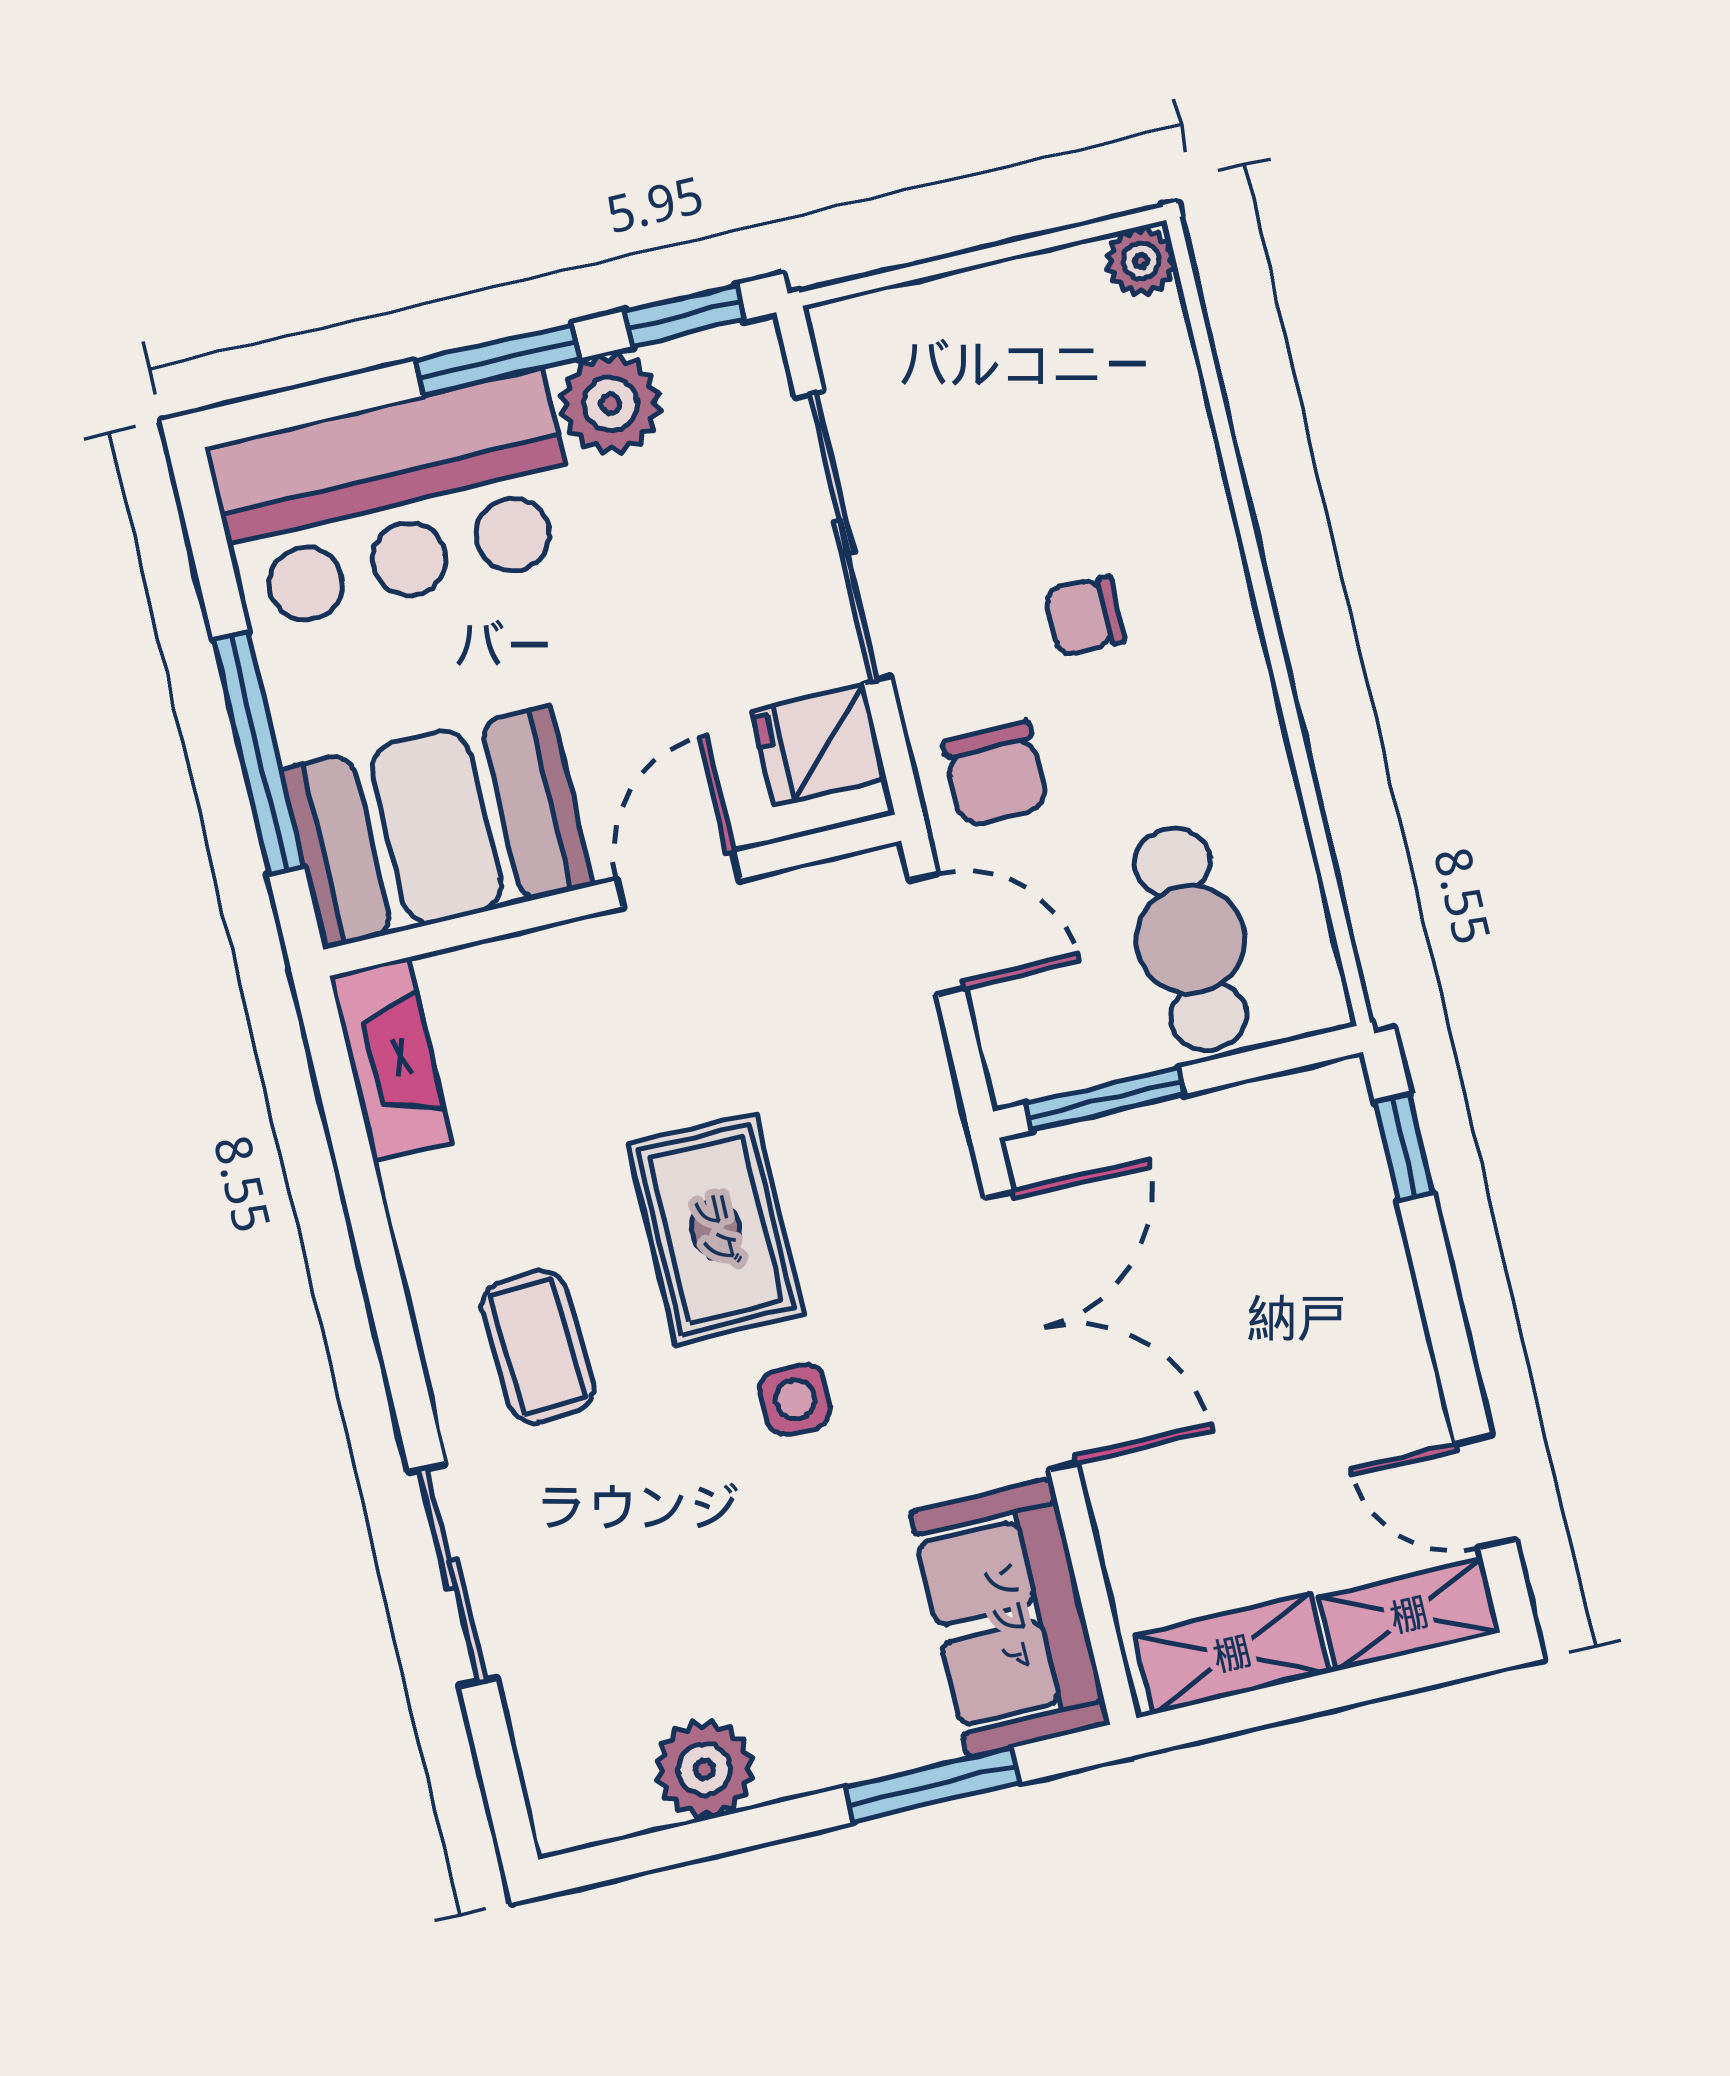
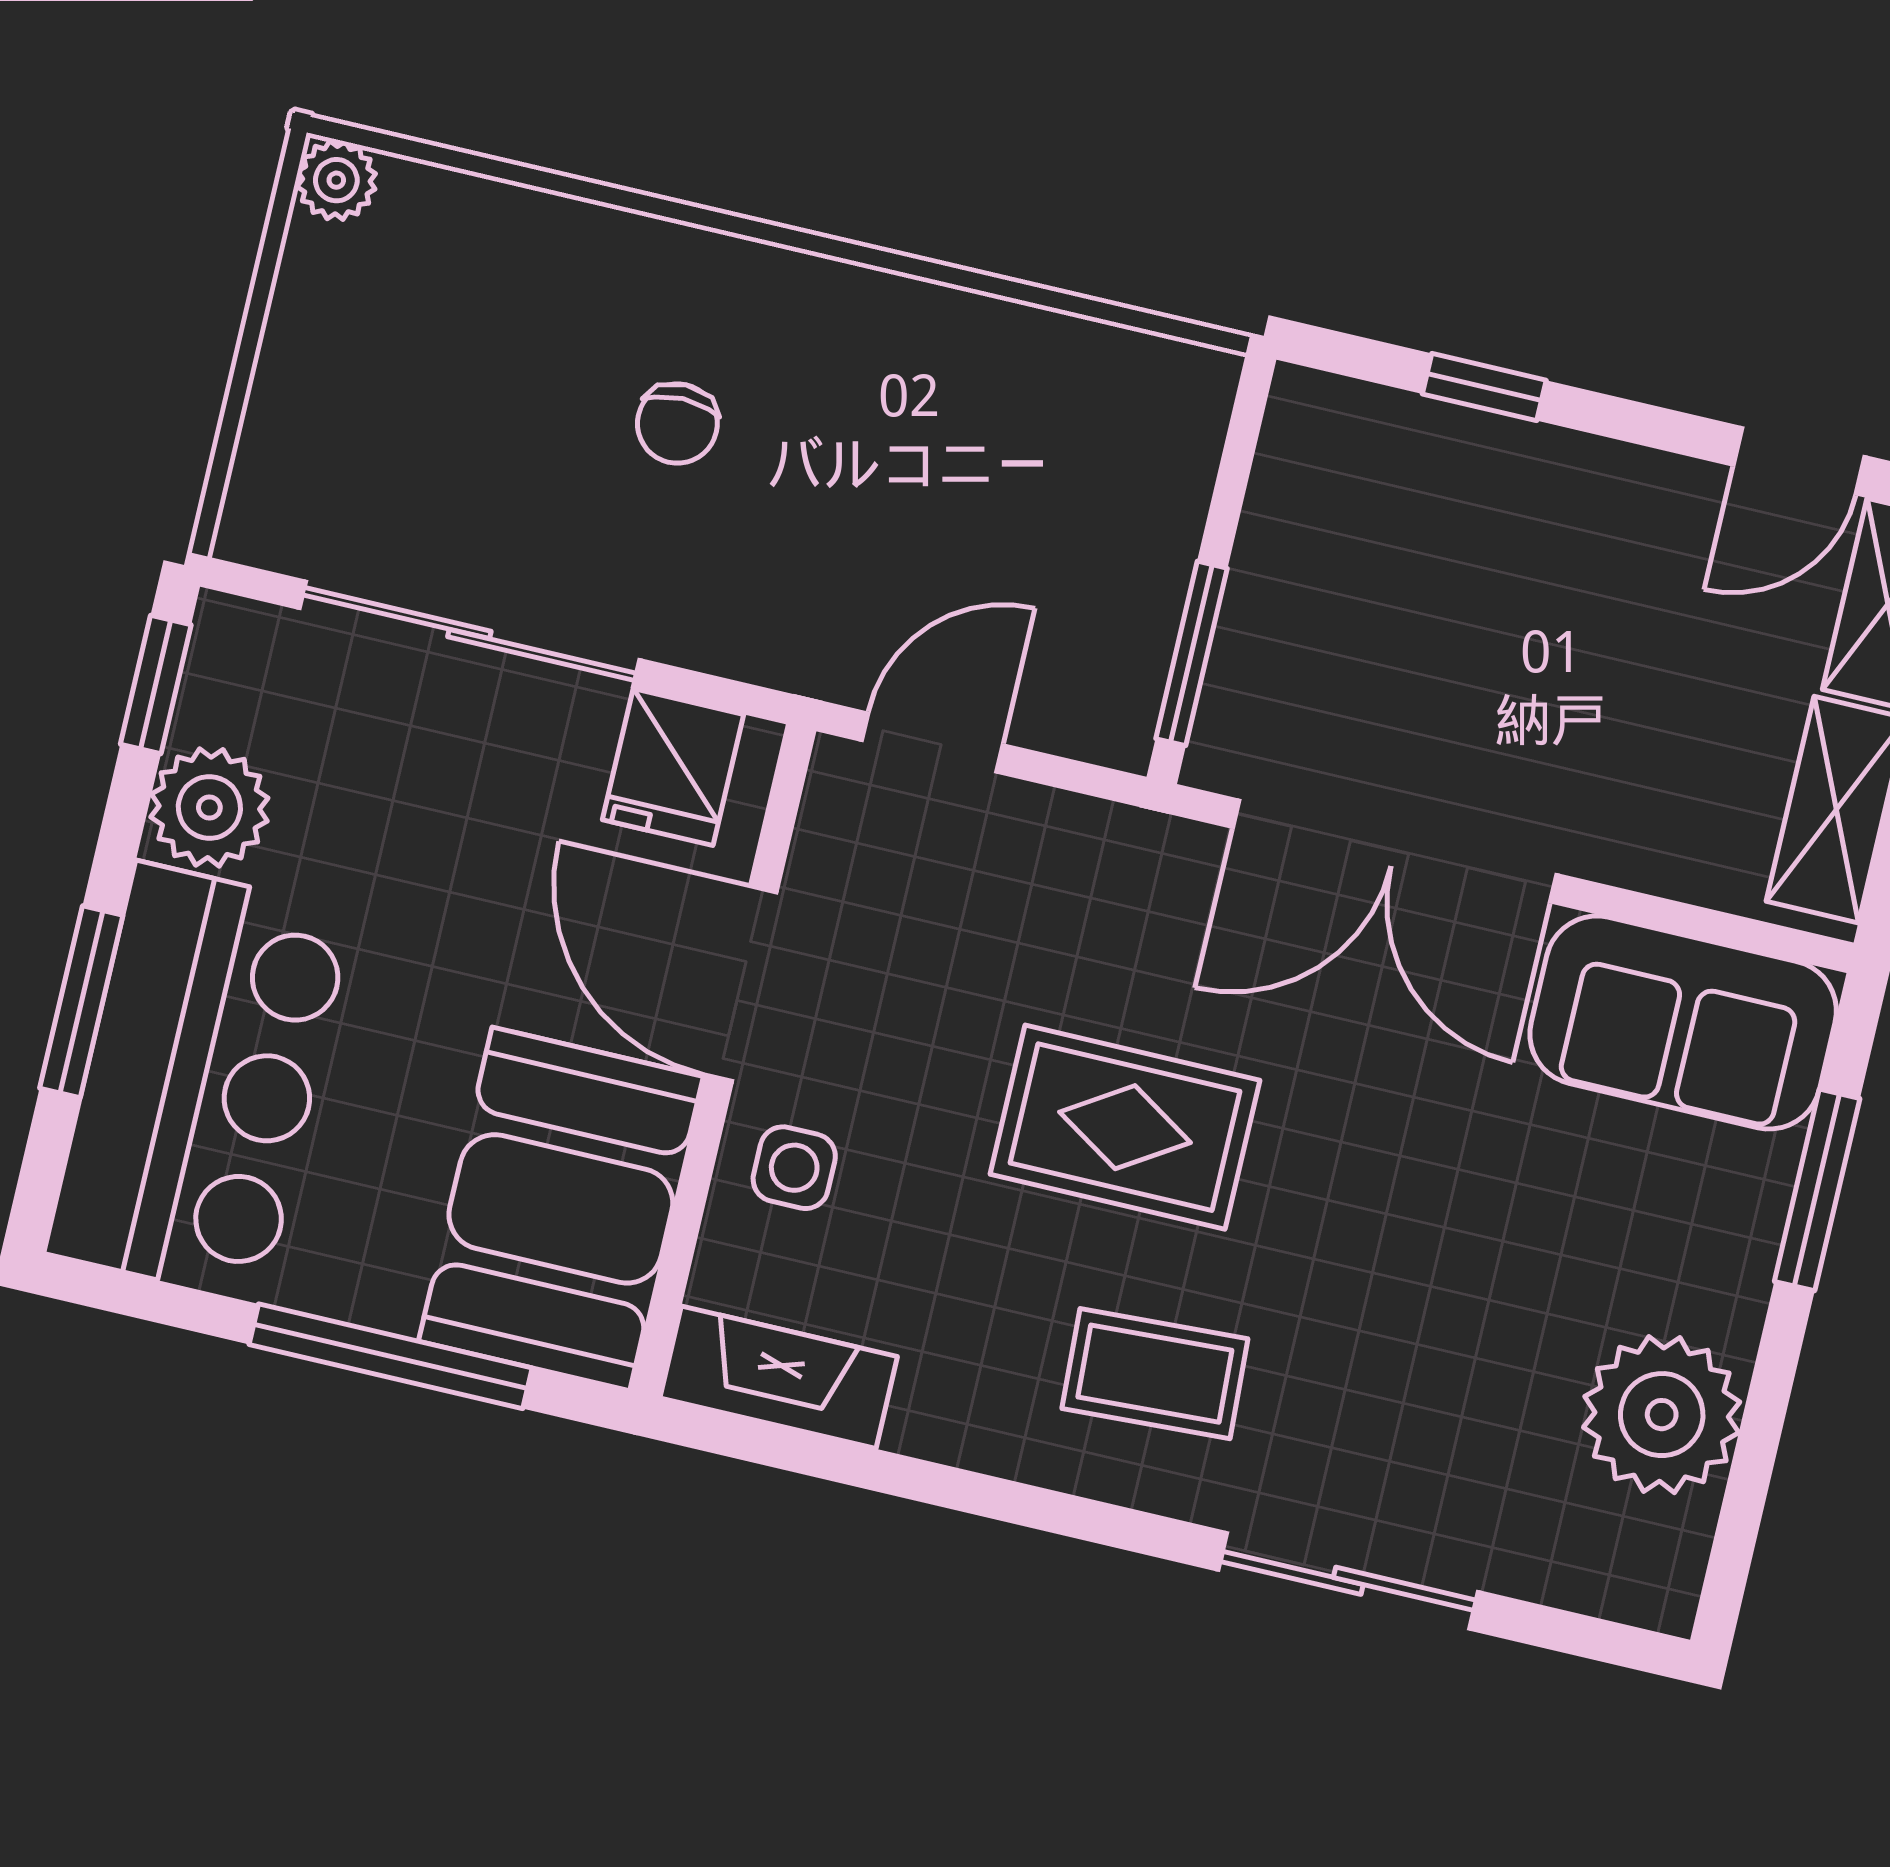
window: (497, 360) -> (81, 1002), moved
chair: (995, 774) -> (796, 599), removed
door: (679, 880) -> (741, 984), width x1.37
cafe table: (1190, 939) -> (1069, 481), removed
window: (1404, 1148) -> (1484, 387), moved
double door: (1031, 1331) -> (1395, 851), swing flipped
side table: (795, 1399) -> (794, 1168), moved
plant: (704, 1769) -> (1662, 1415), width x1.36, depth x1.36

